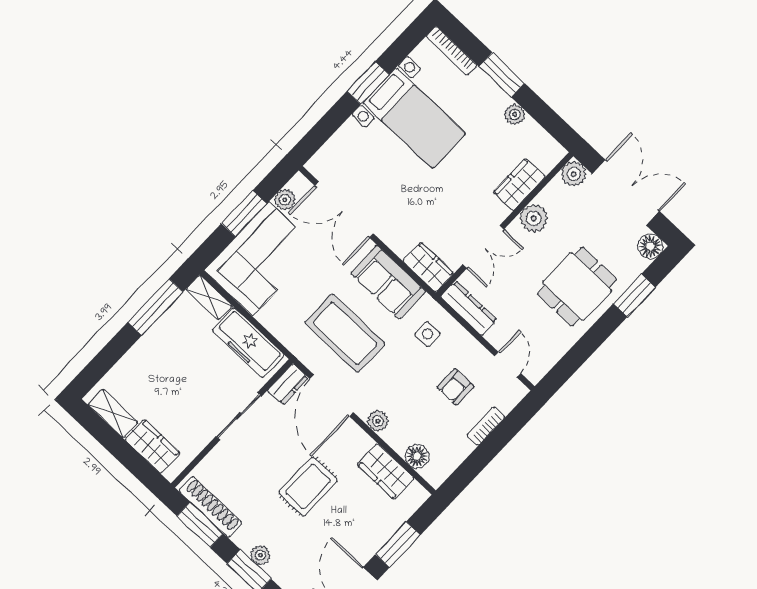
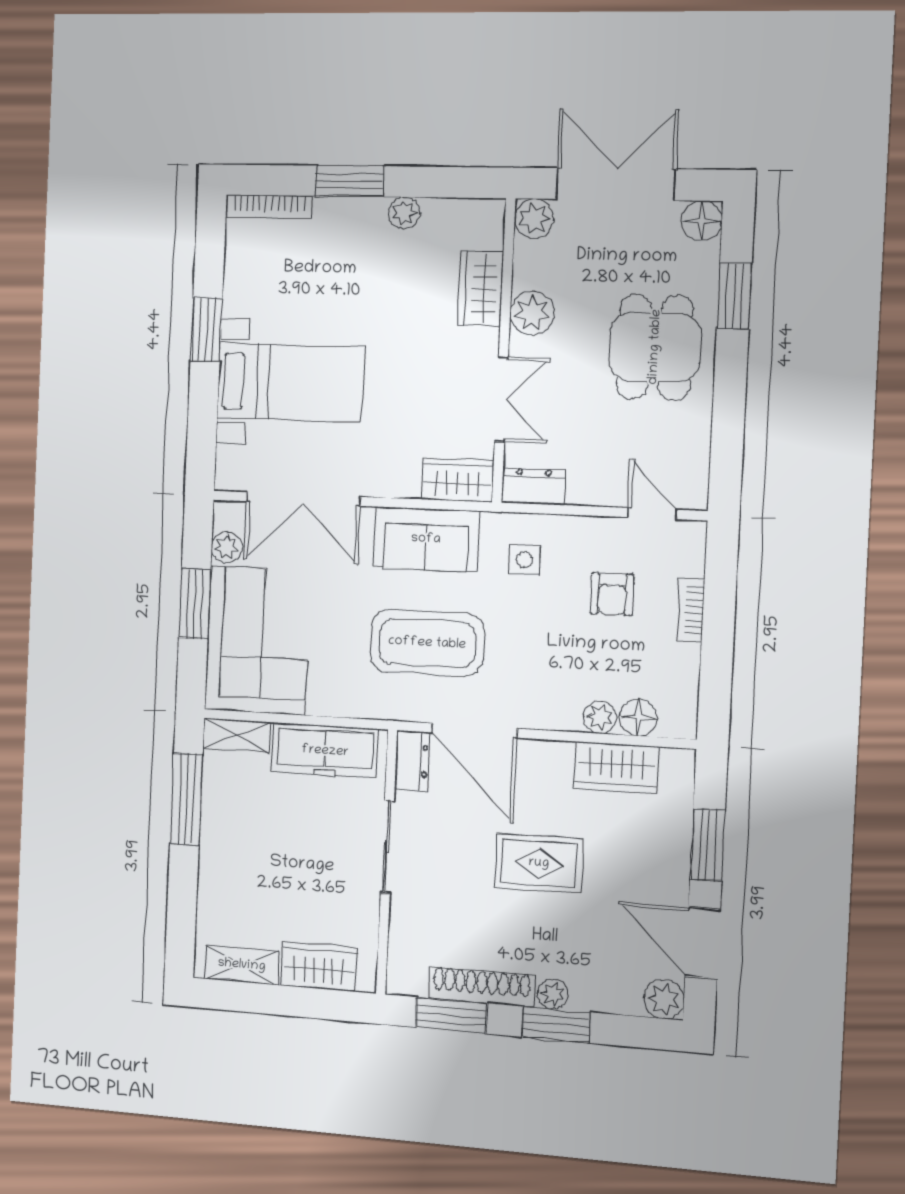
bed with nightstands: (414, 118) -> (290, 382), moved
dresser: (469, 308) -> (533, 486), width x0.70
plant: (378, 421) -> (600, 717), moved
rug: (308, 487) -> (539, 863), turned 90
shoe rack: (211, 507) -> (482, 987), moved

